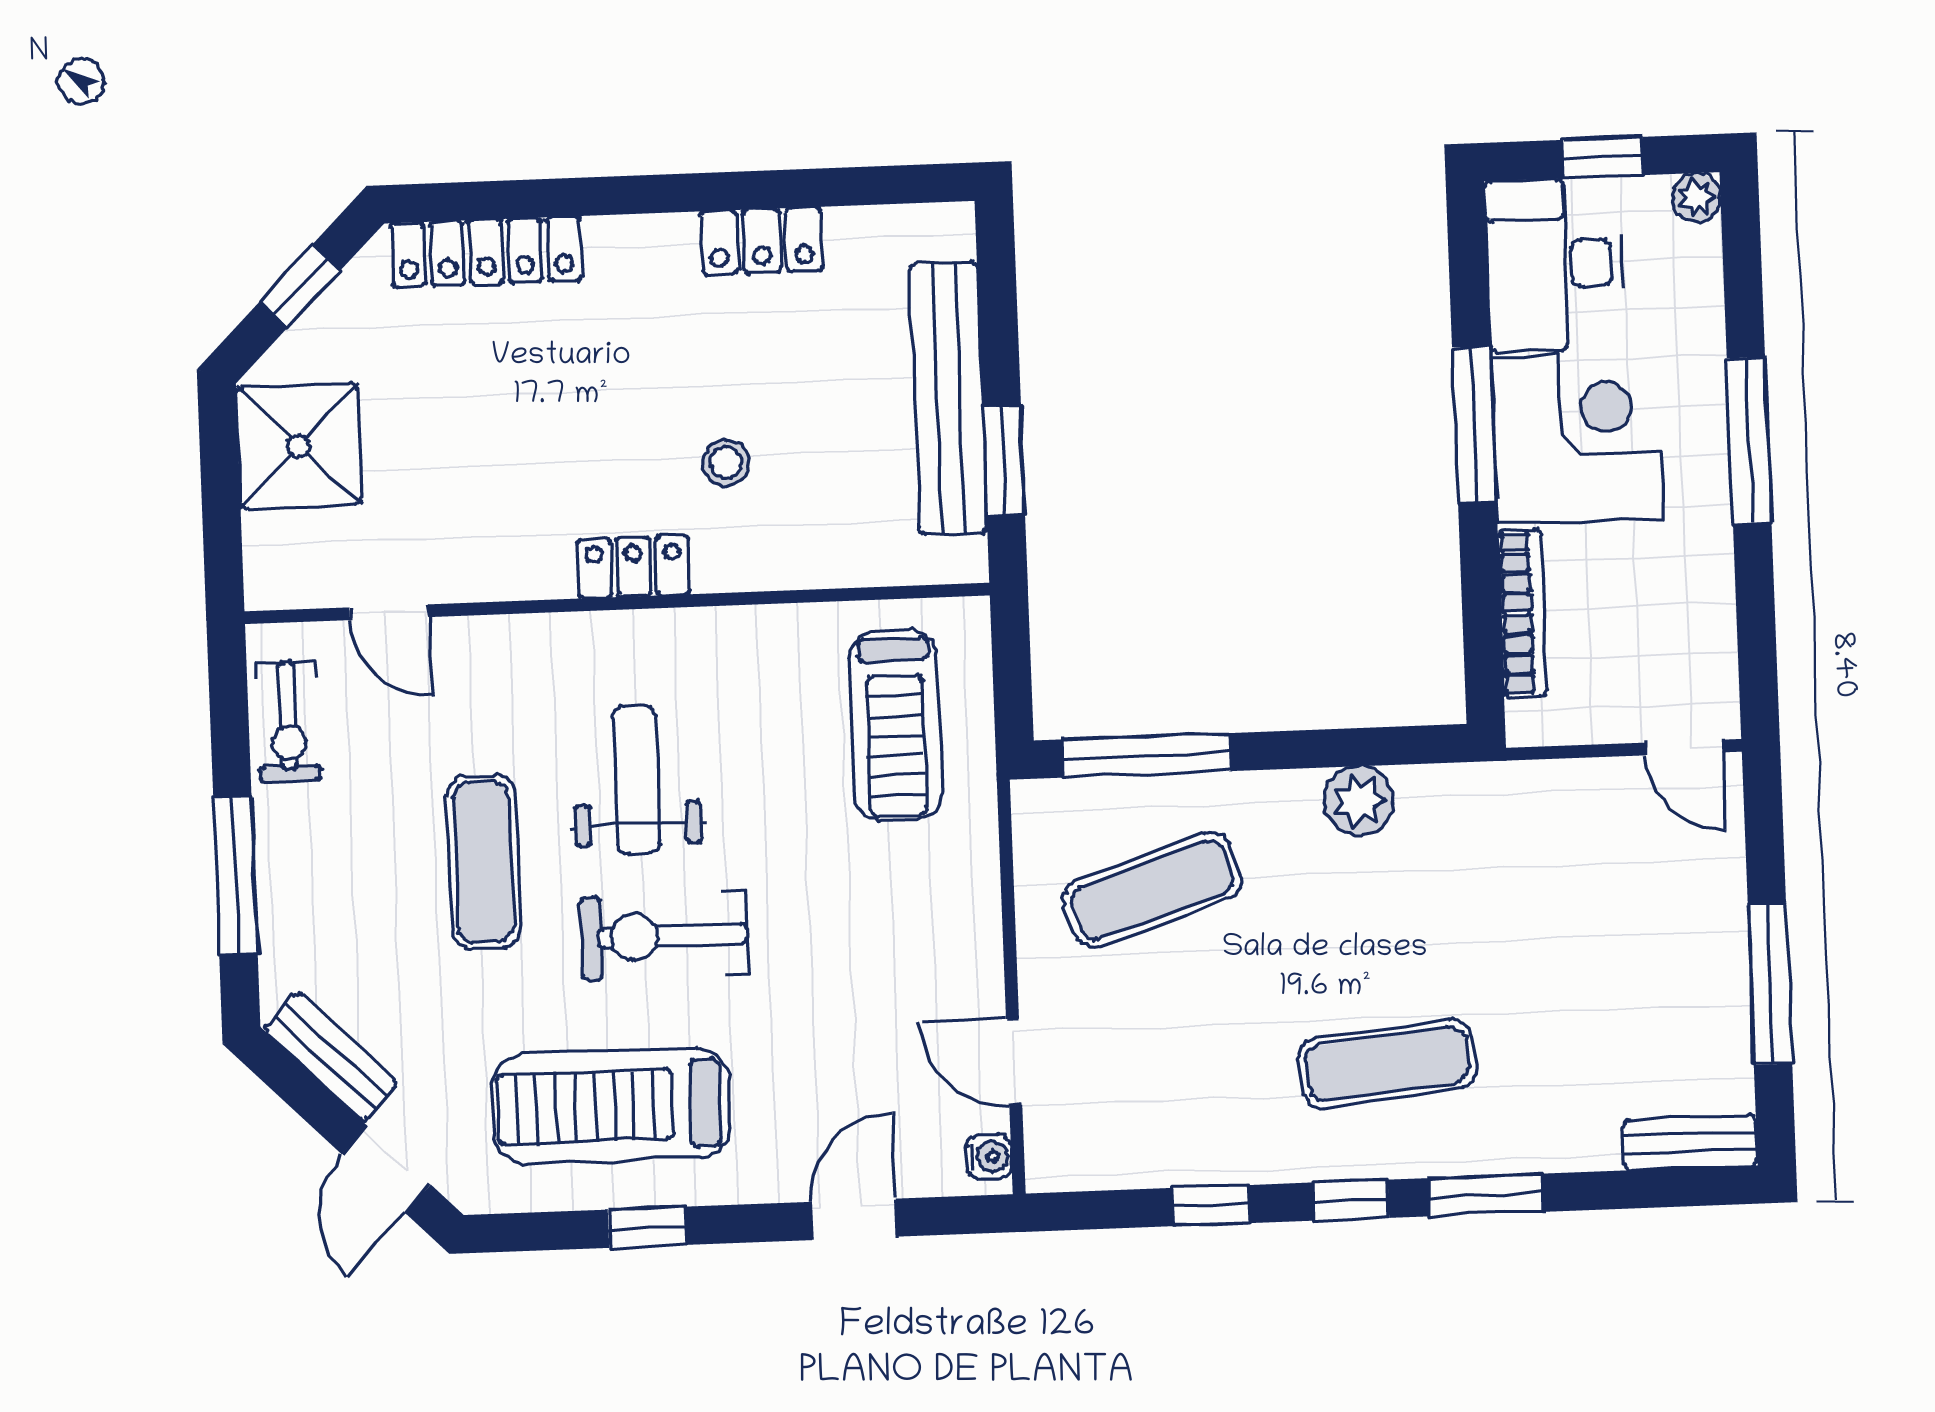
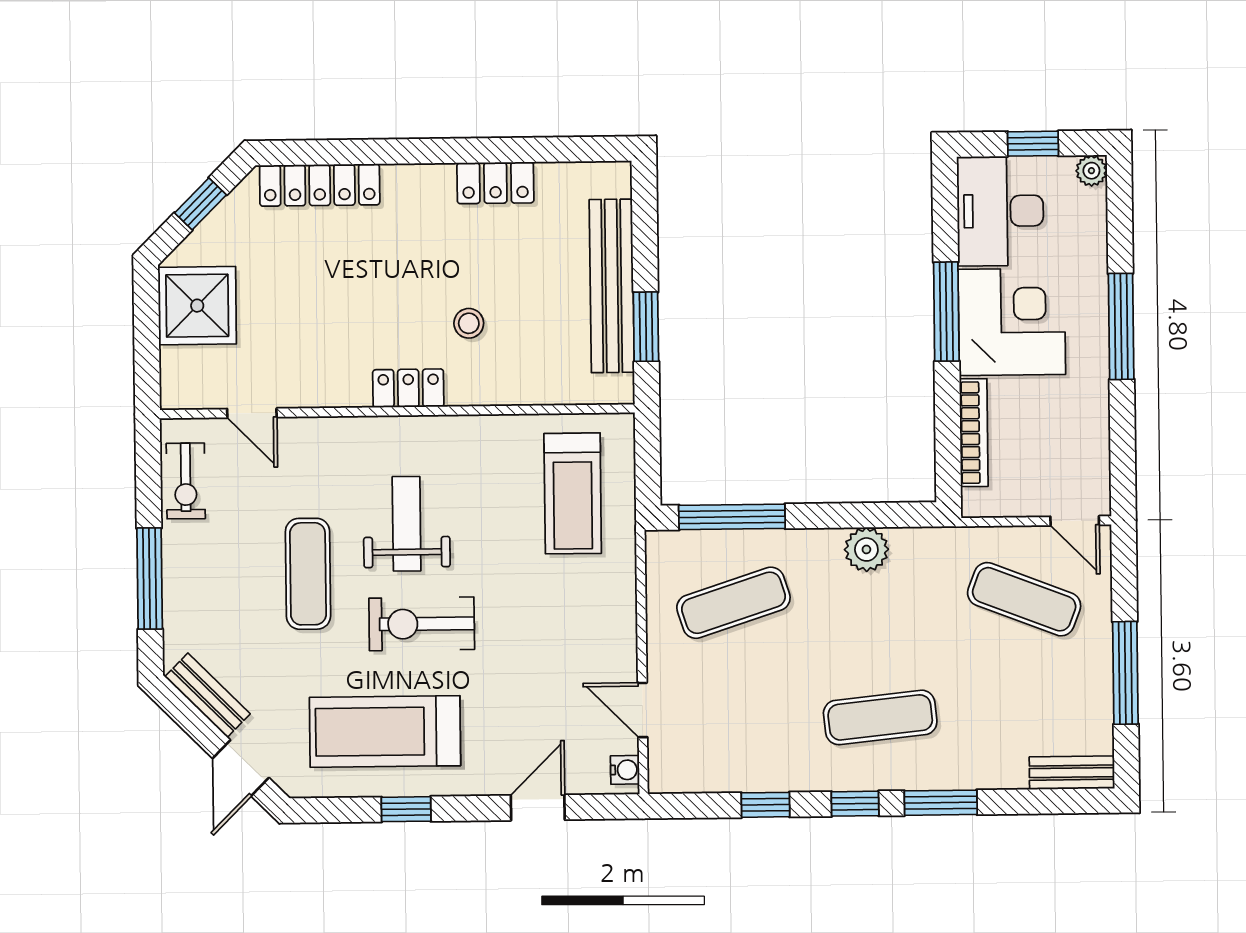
exercise mat: (1608, 872) -> (1024, 599), added

